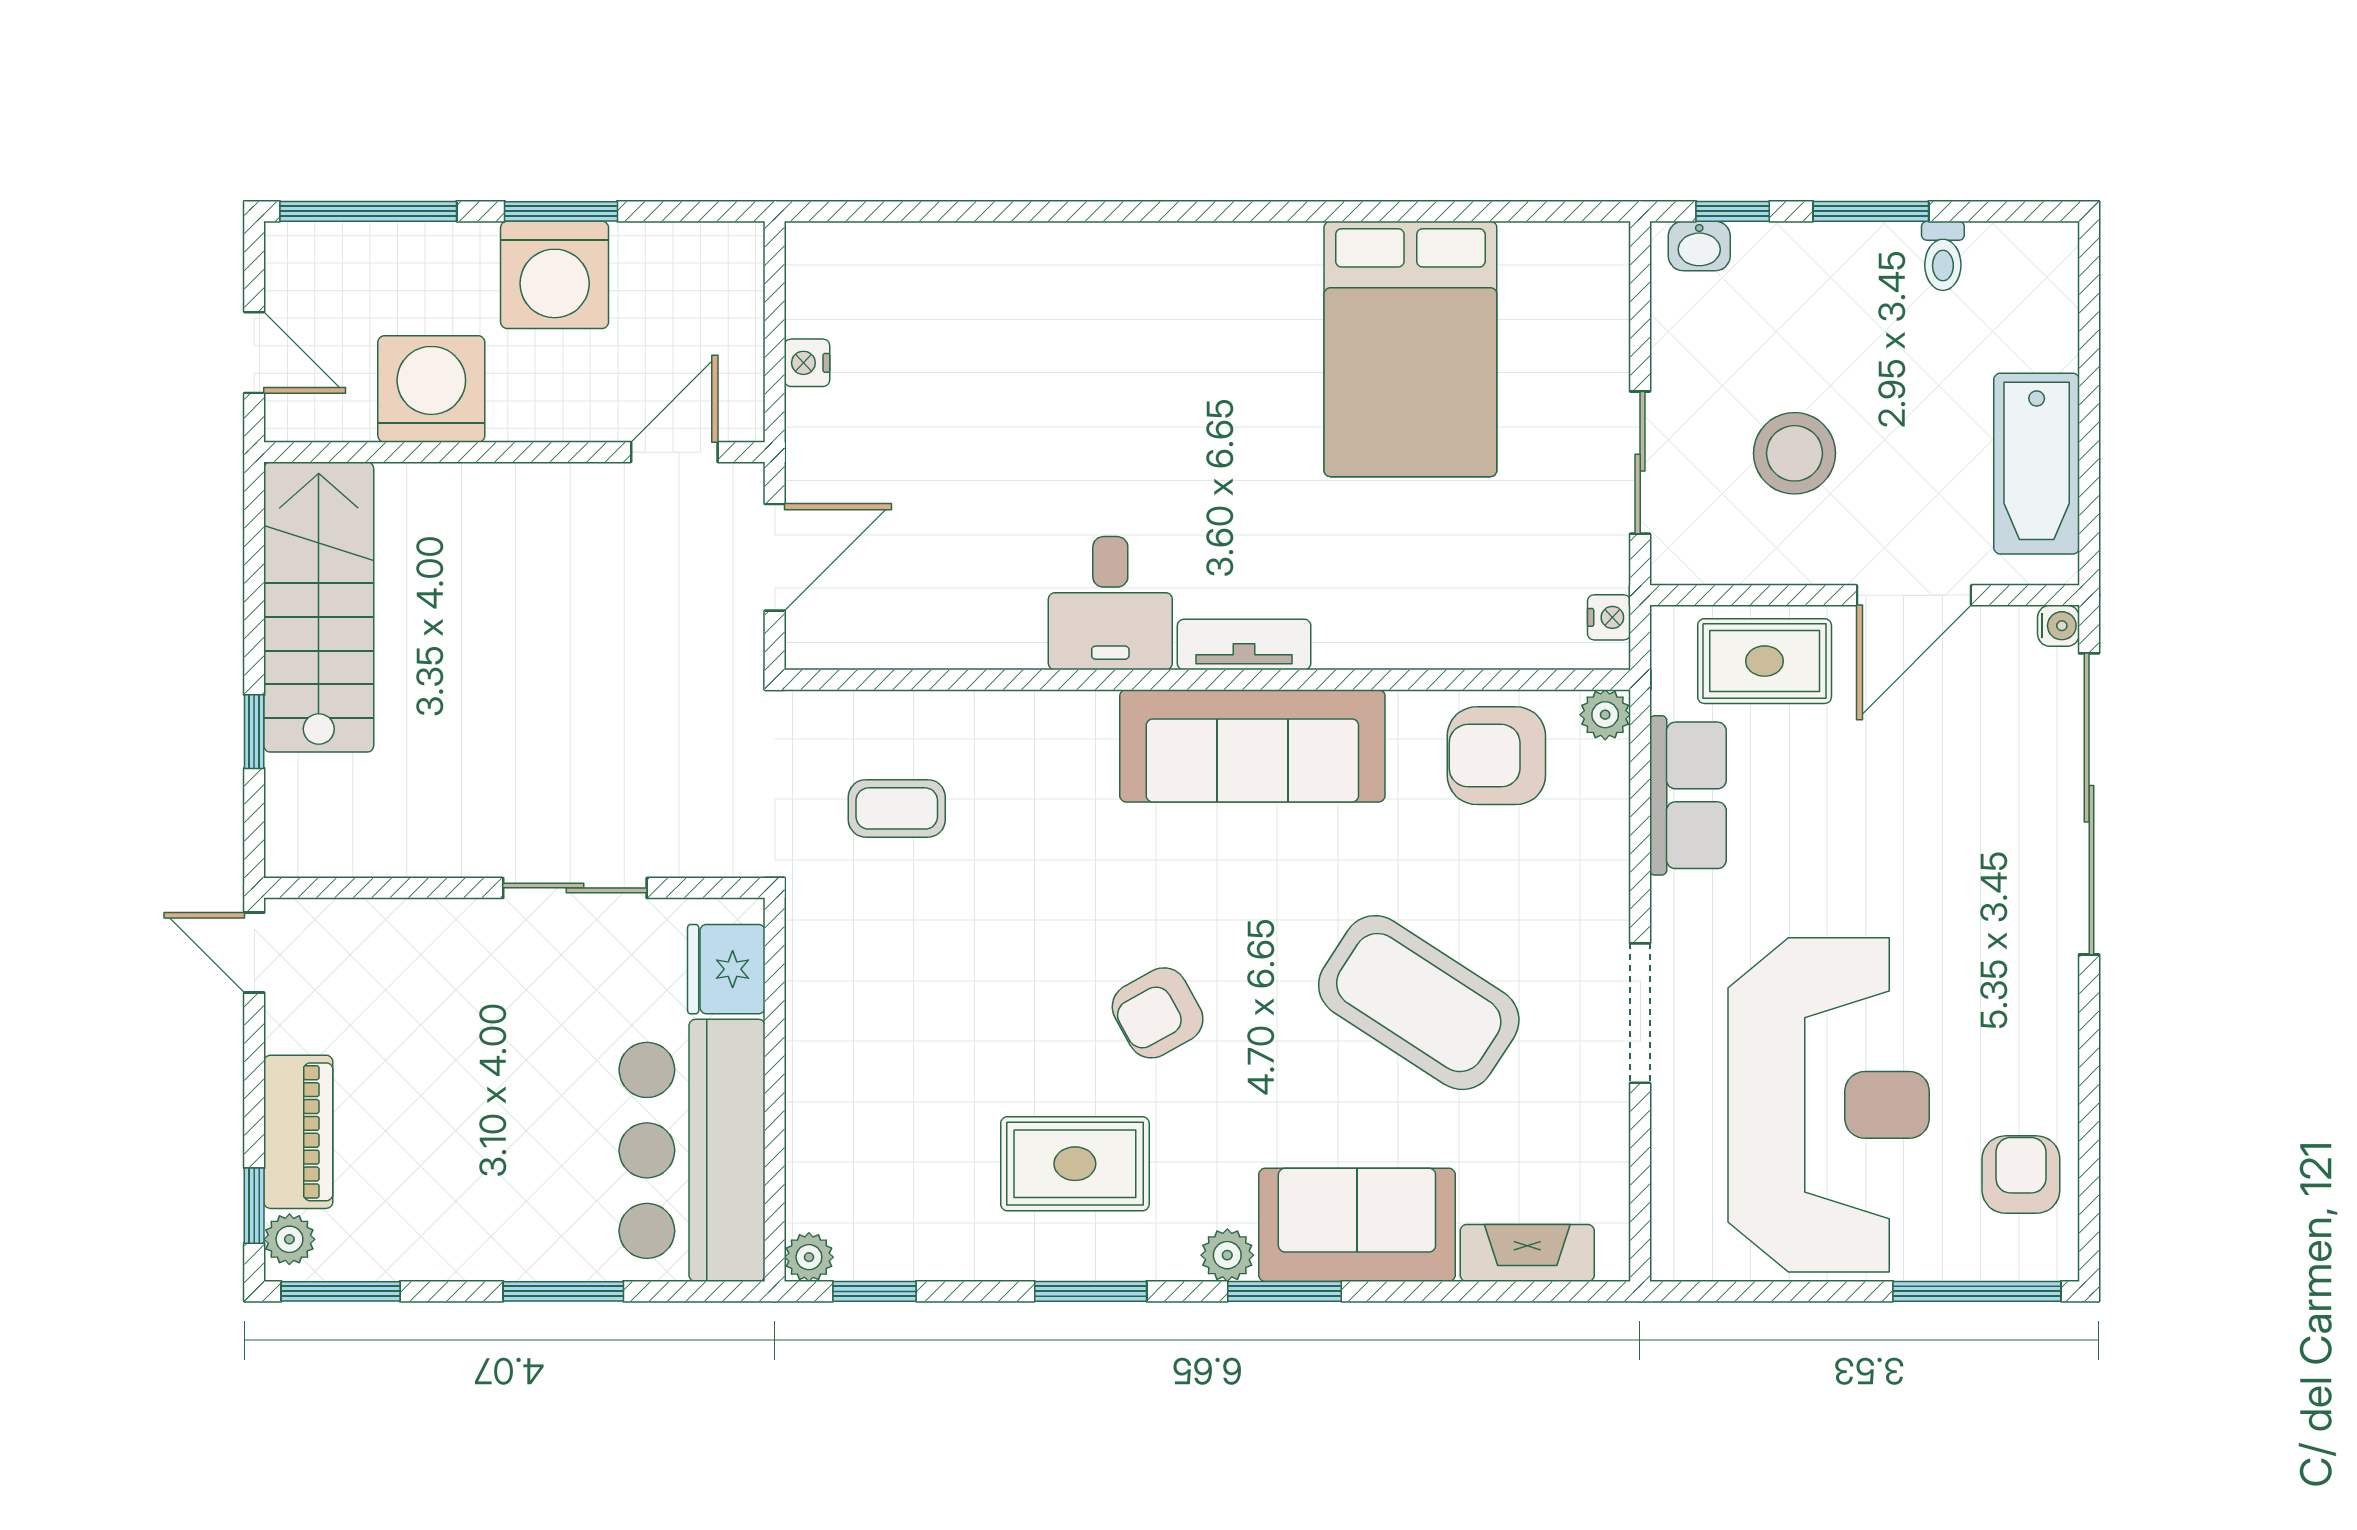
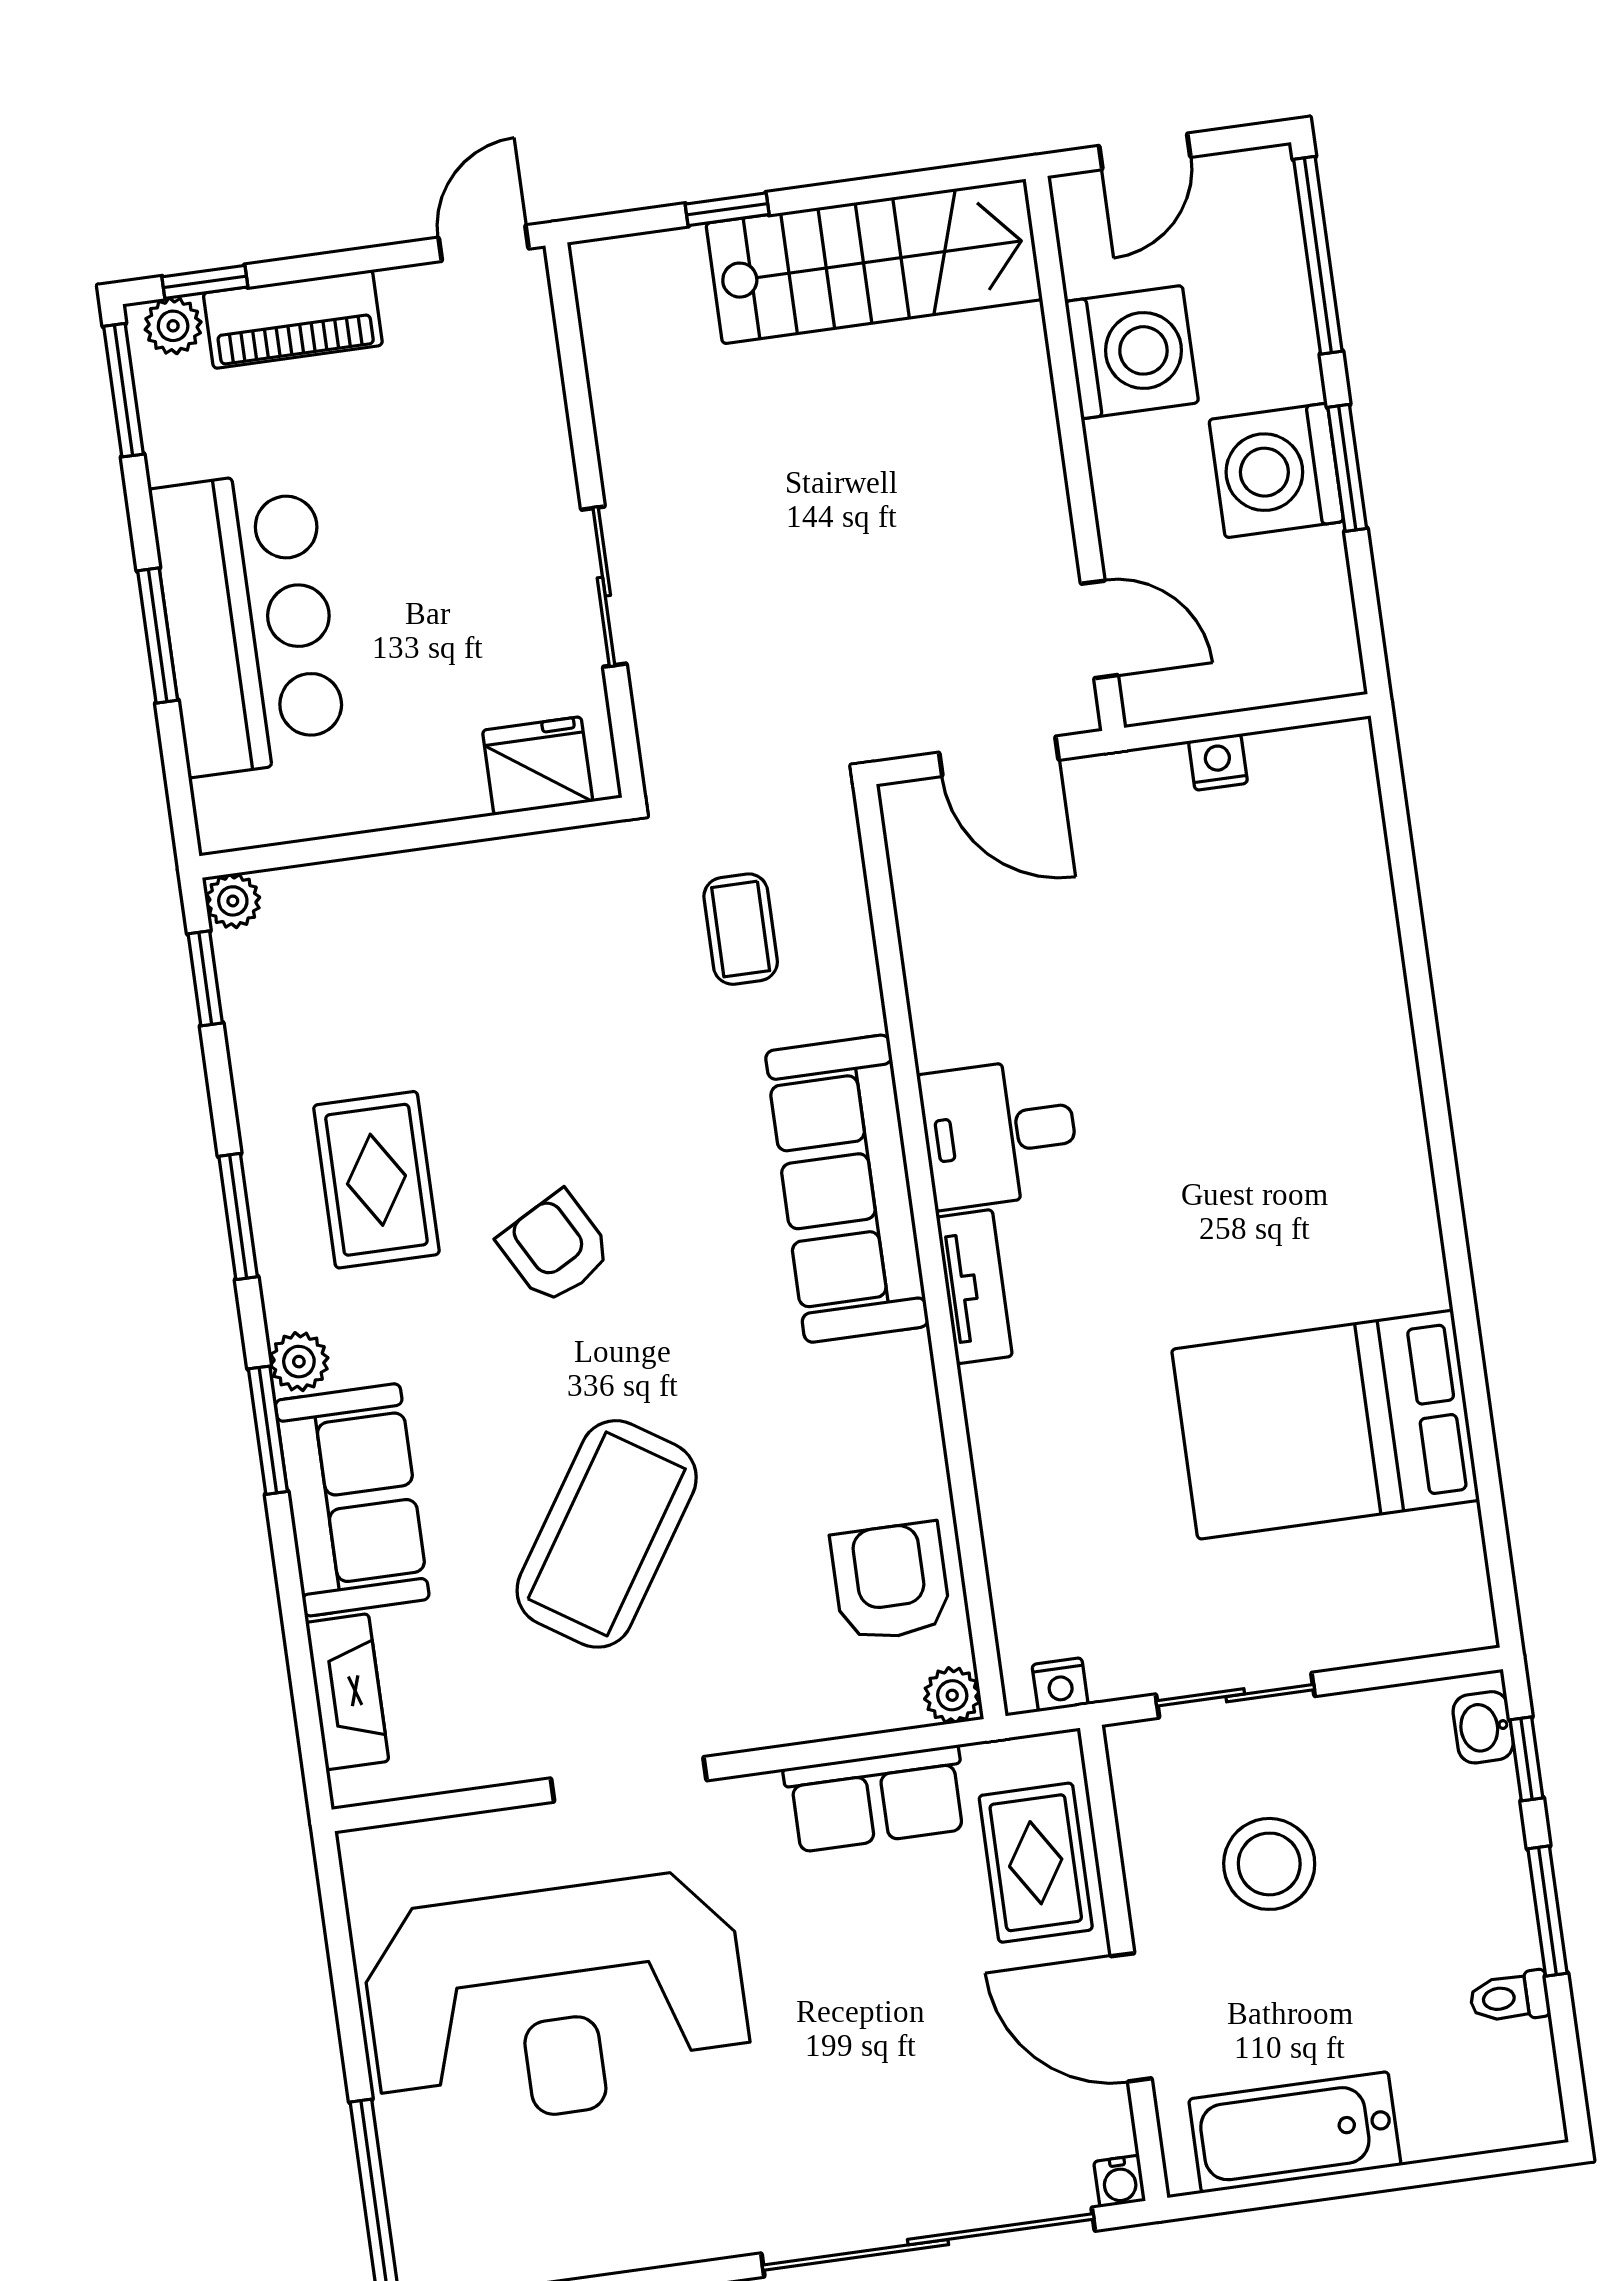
sofa: (1252, 746) -> (847, 1189), moved
bar counter: (692, 1150) -> (249, 623), moved, turned 90
armchair: (2021, 1175) -> (509, 2224), removed

